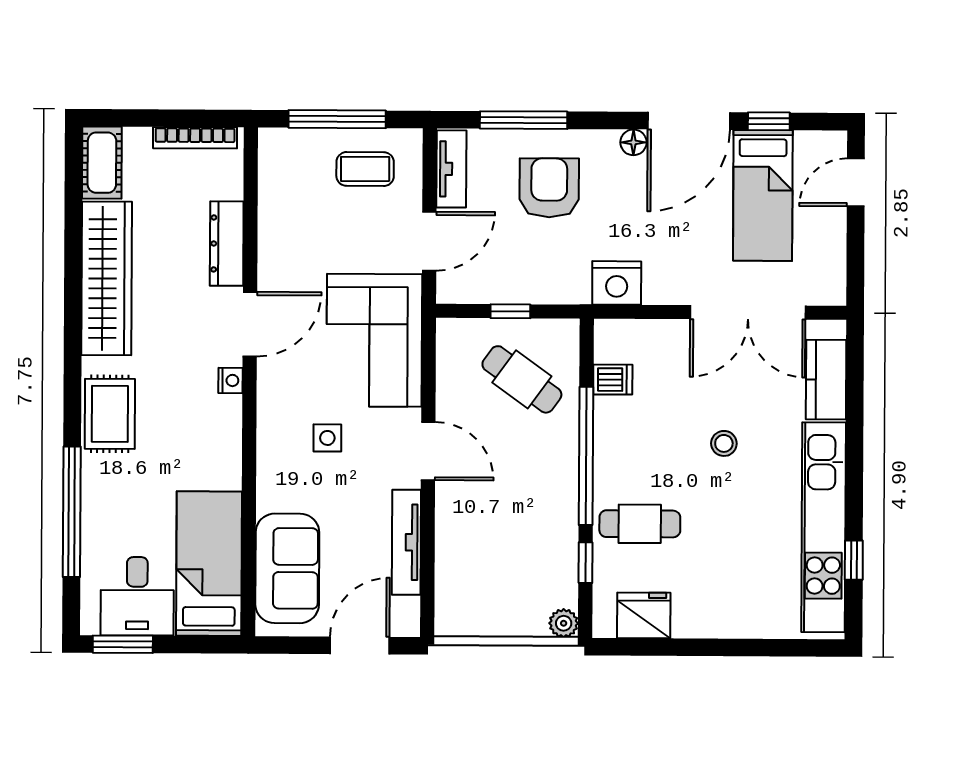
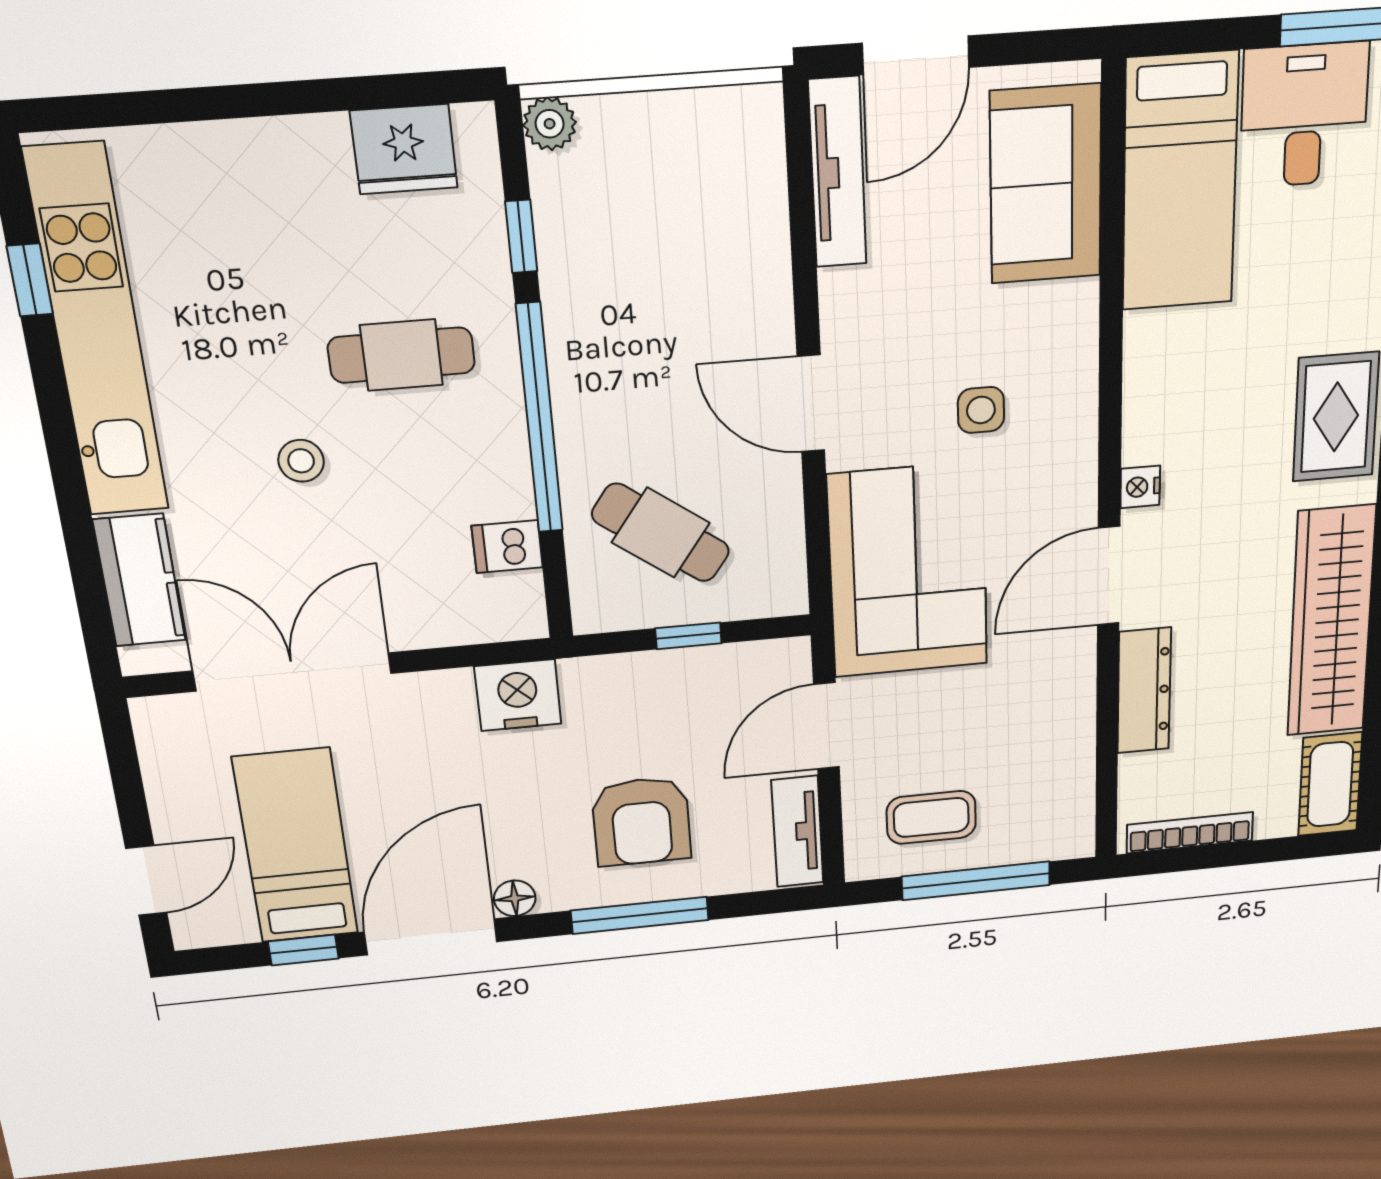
window: (524, 120) -> (640, 915), moved
cafe table: (640, 524) -> (401, 355), moved
tv unit: (406, 542) -> (838, 173), moved

